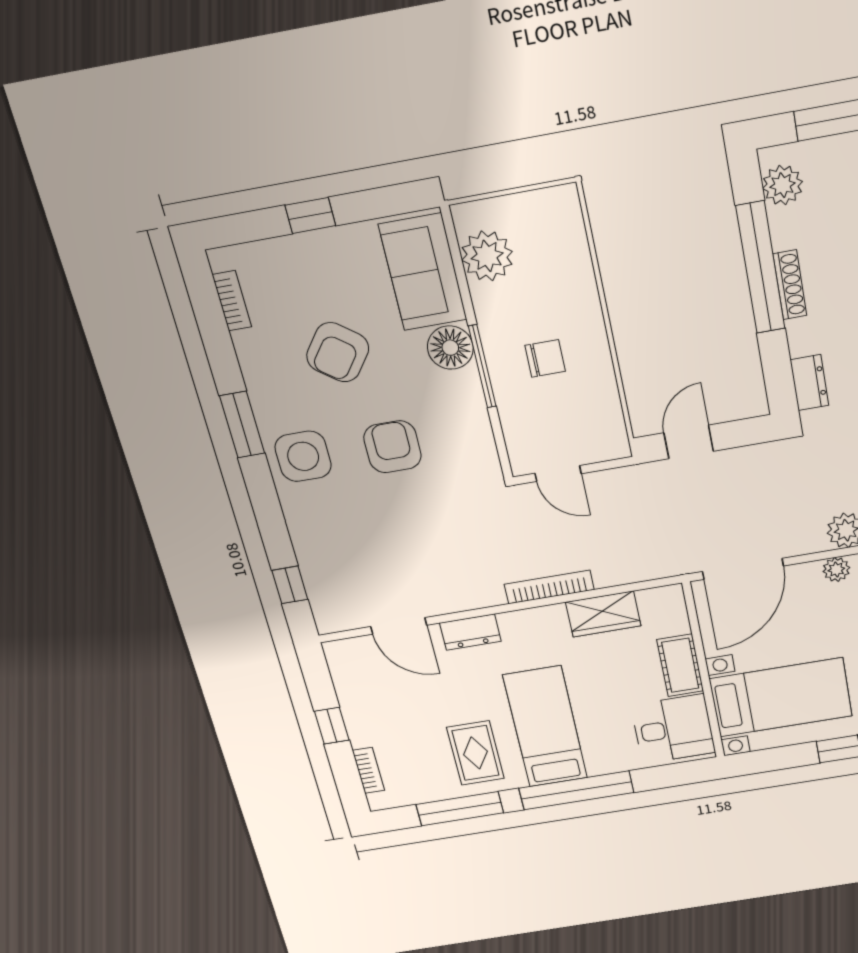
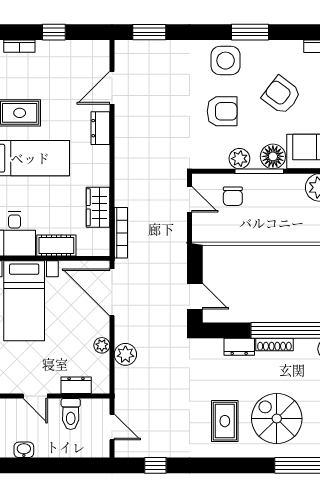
chair: (545, 358) -> (233, 196), moved
dresser: (809, 383) -> (239, 347), moved
plant: (468, 404) -> (239, 159), added
door: (689, 442) -> (195, 296), moved
door: (558, 473) -> (190, 199), swing flipped
window: (290, 585) -> (149, 32), width x1.50
bookcase: (549, 587) -> (121, 233), moved

